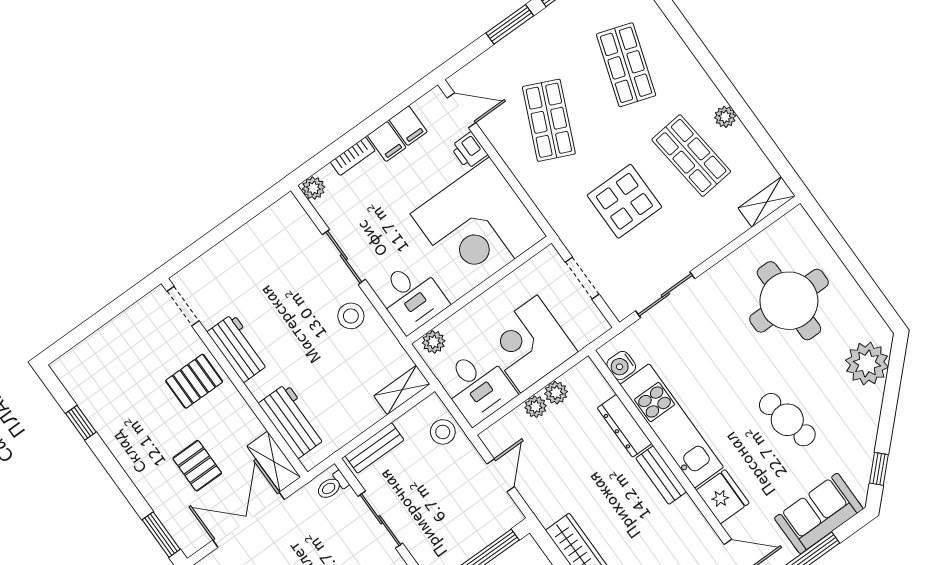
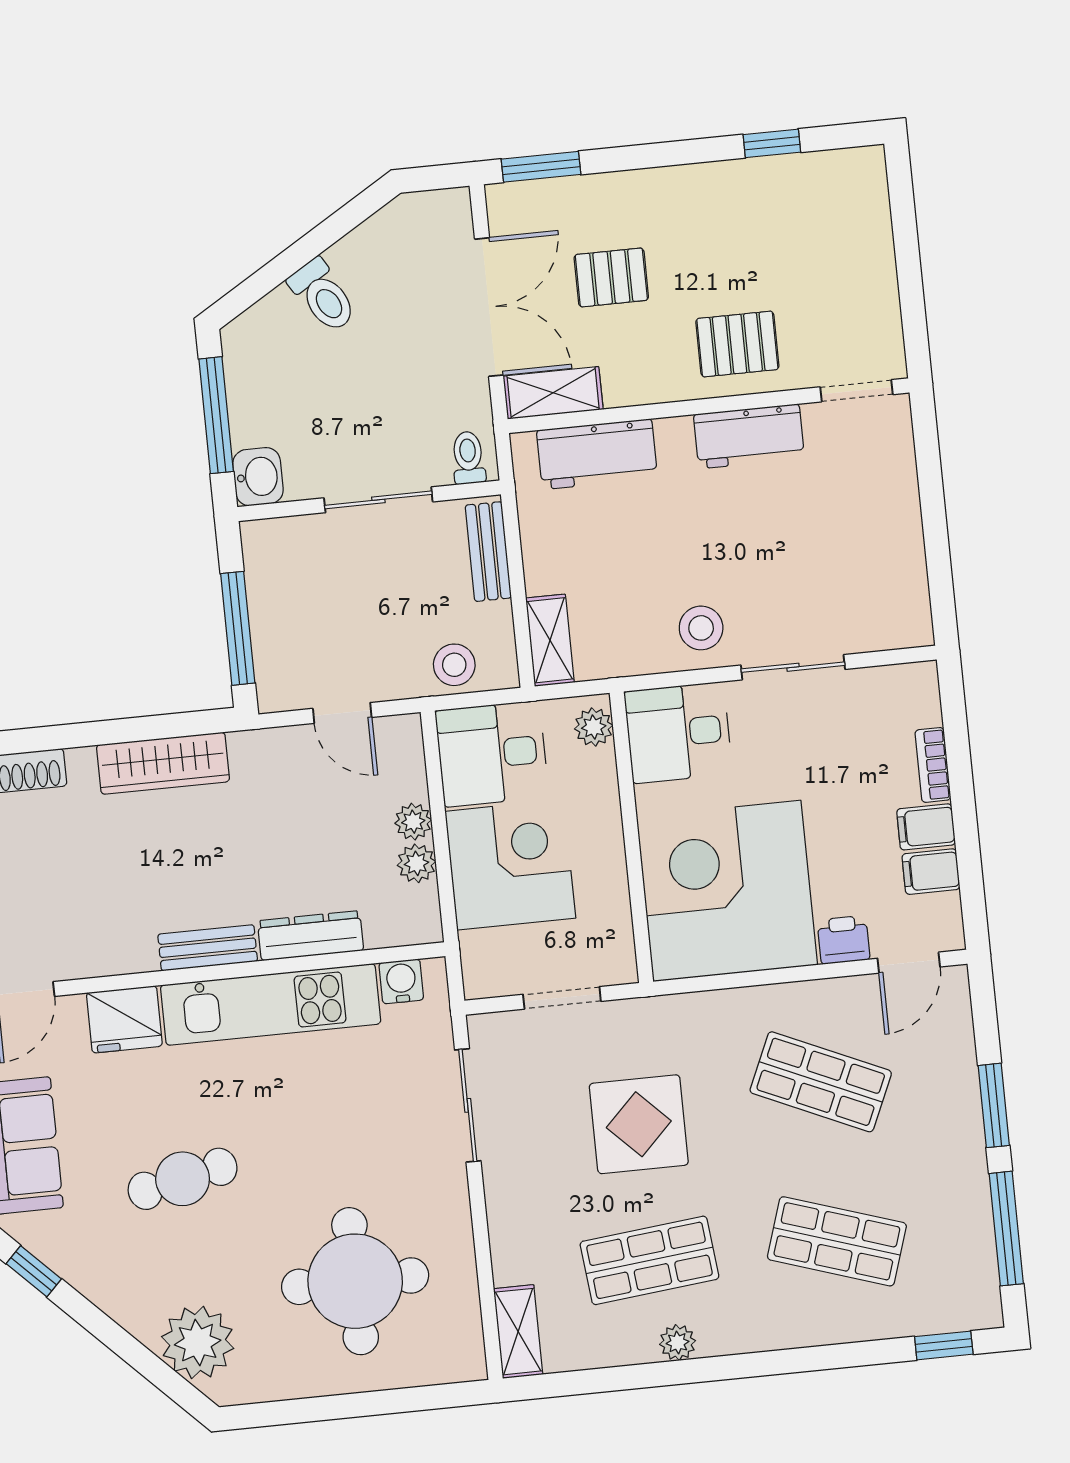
plant: (313, 188) -> (919, 681), removed
pallet: (194, 381) -> (737, 344), turned 90

